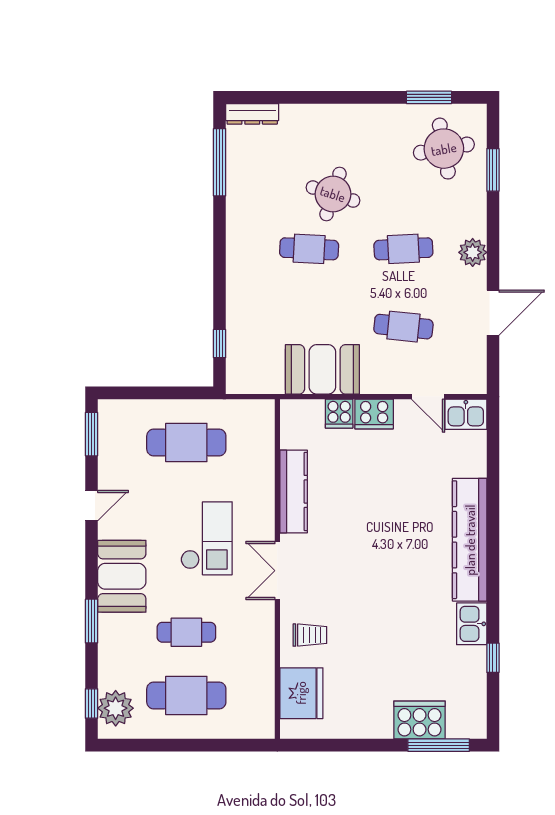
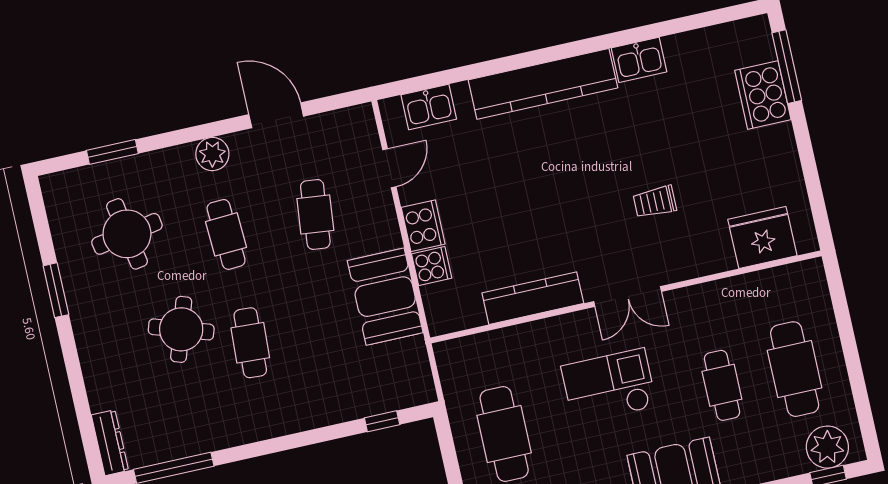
window: (429, 97) -> (56, 290), moved
round table: (444, 149) -> (127, 234), moved
kitchen sink: (466, 414) -> (429, 107), moved, turned 90
trolley: (310, 635) -> (655, 202), moved, turned -90
window: (493, 658) -> (673, 27), removed

